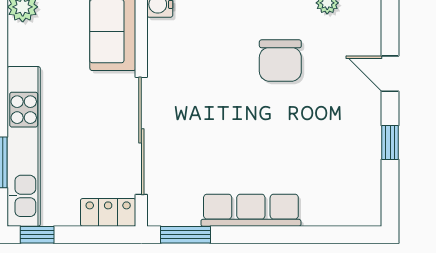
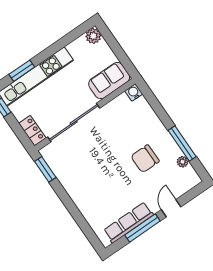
window: (390, 142) -> (142, 228), width x2.17
row of seats: (251, 210) -> (129, 223), moved, turned -90

